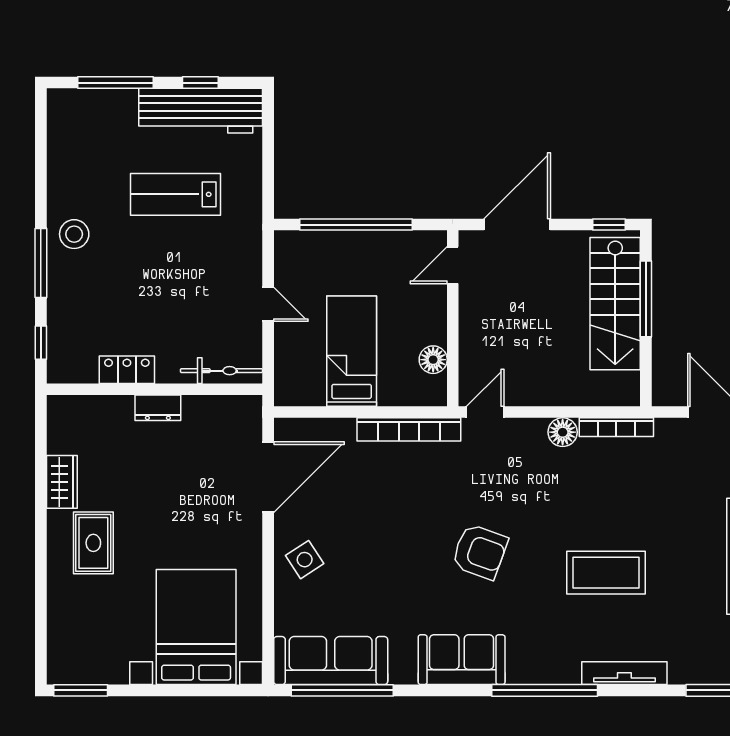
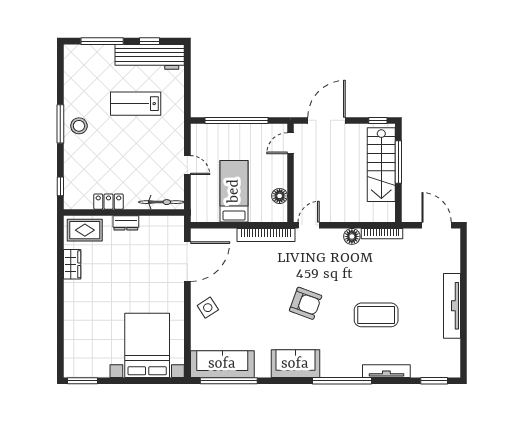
window: (41, 263) -> (60, 124), moved
rug: (93, 543) -> (85, 230), moved, turned 90

